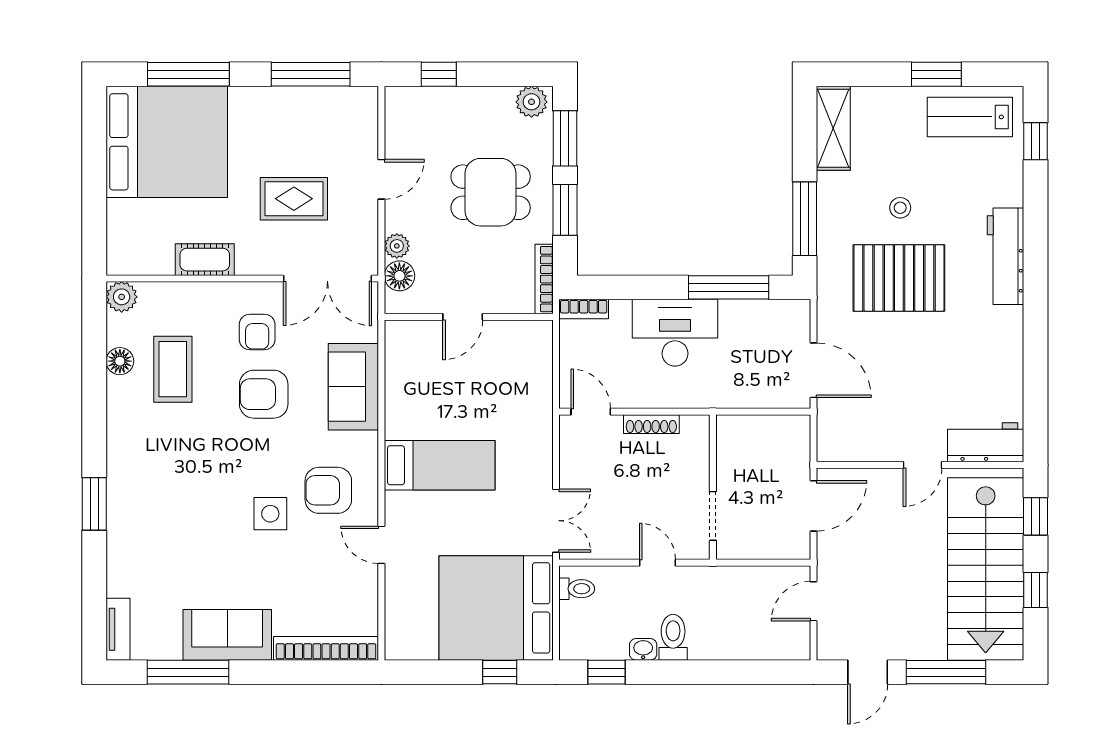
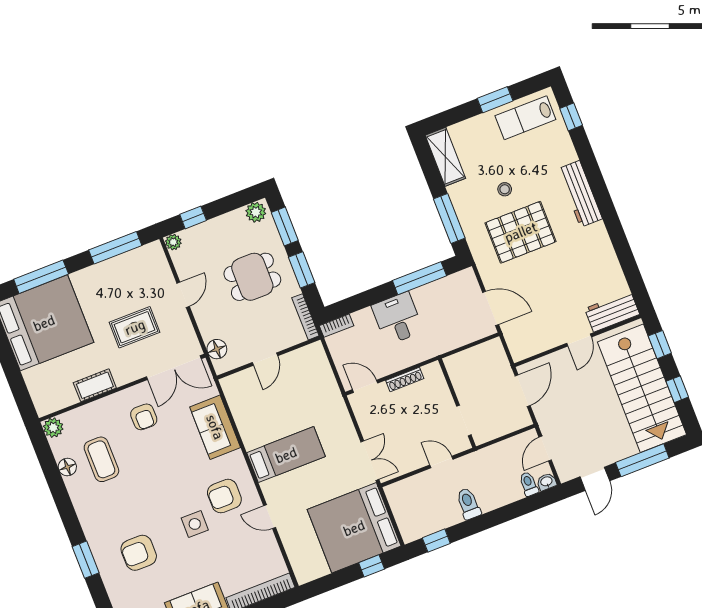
plant: (397, 246) -> (173, 242), moved
desk: (675, 333) -> (398, 318), width x0.73
armchair: (264, 394) -> (139, 553), moved
toilet: (577, 589) -> (529, 484), moved, turned -90
washbasin: (643, 649) -> (547, 482), moved

